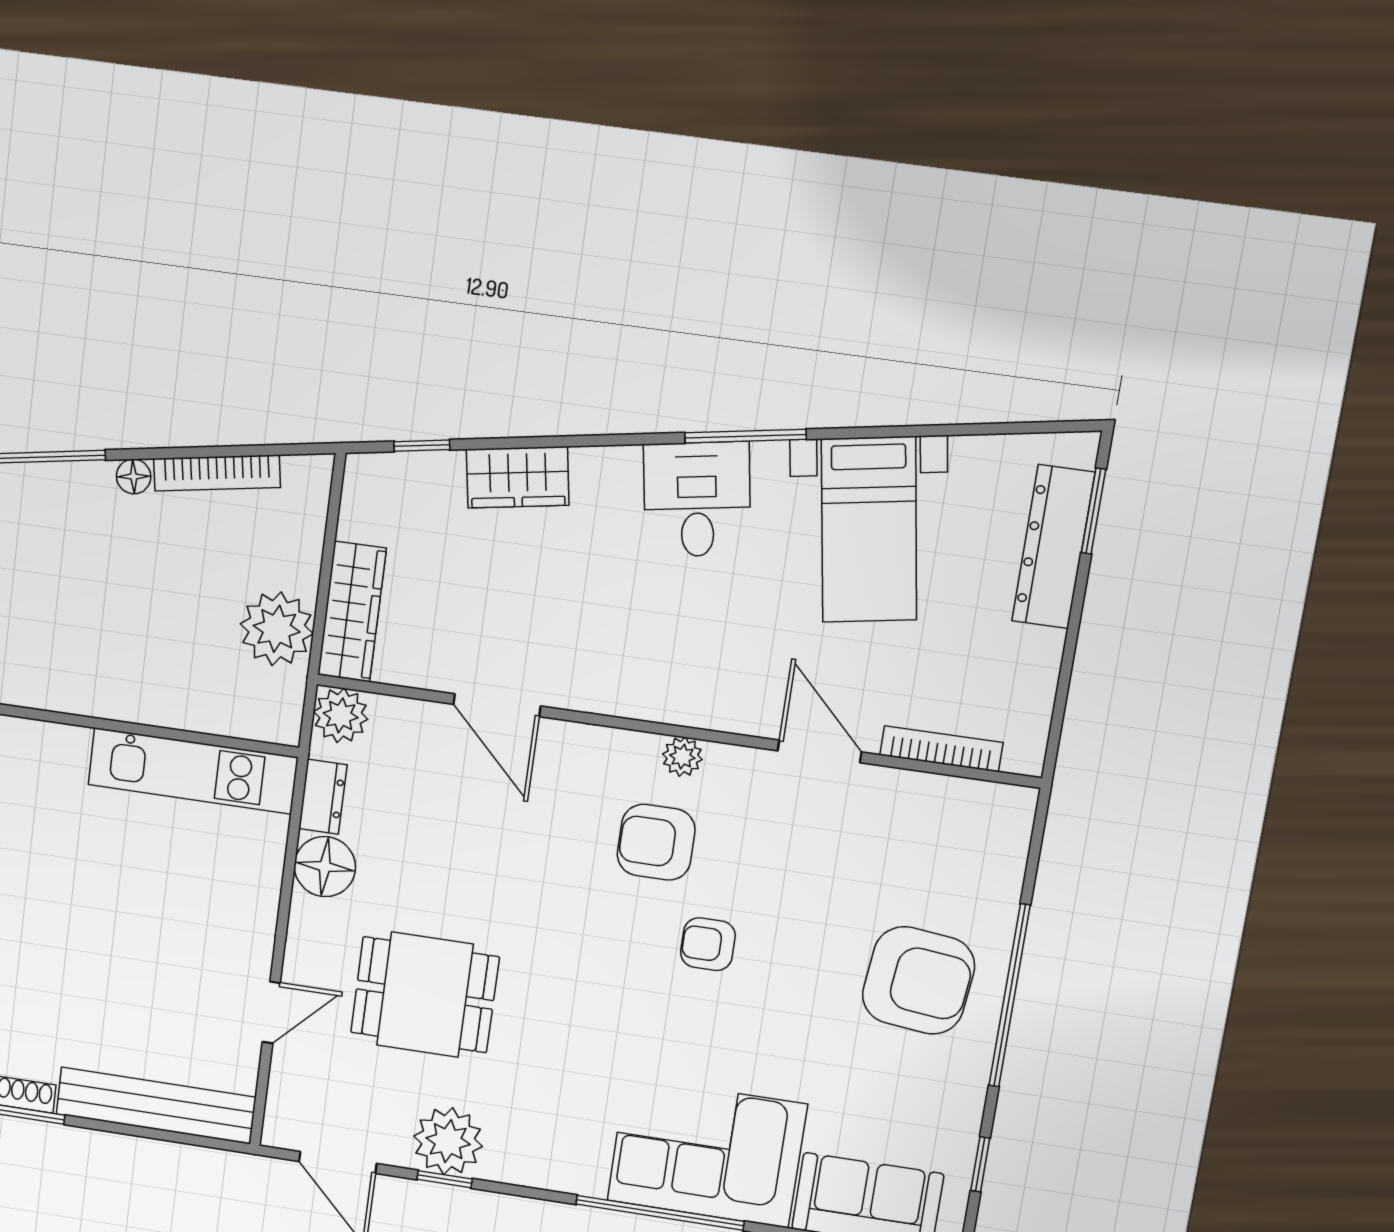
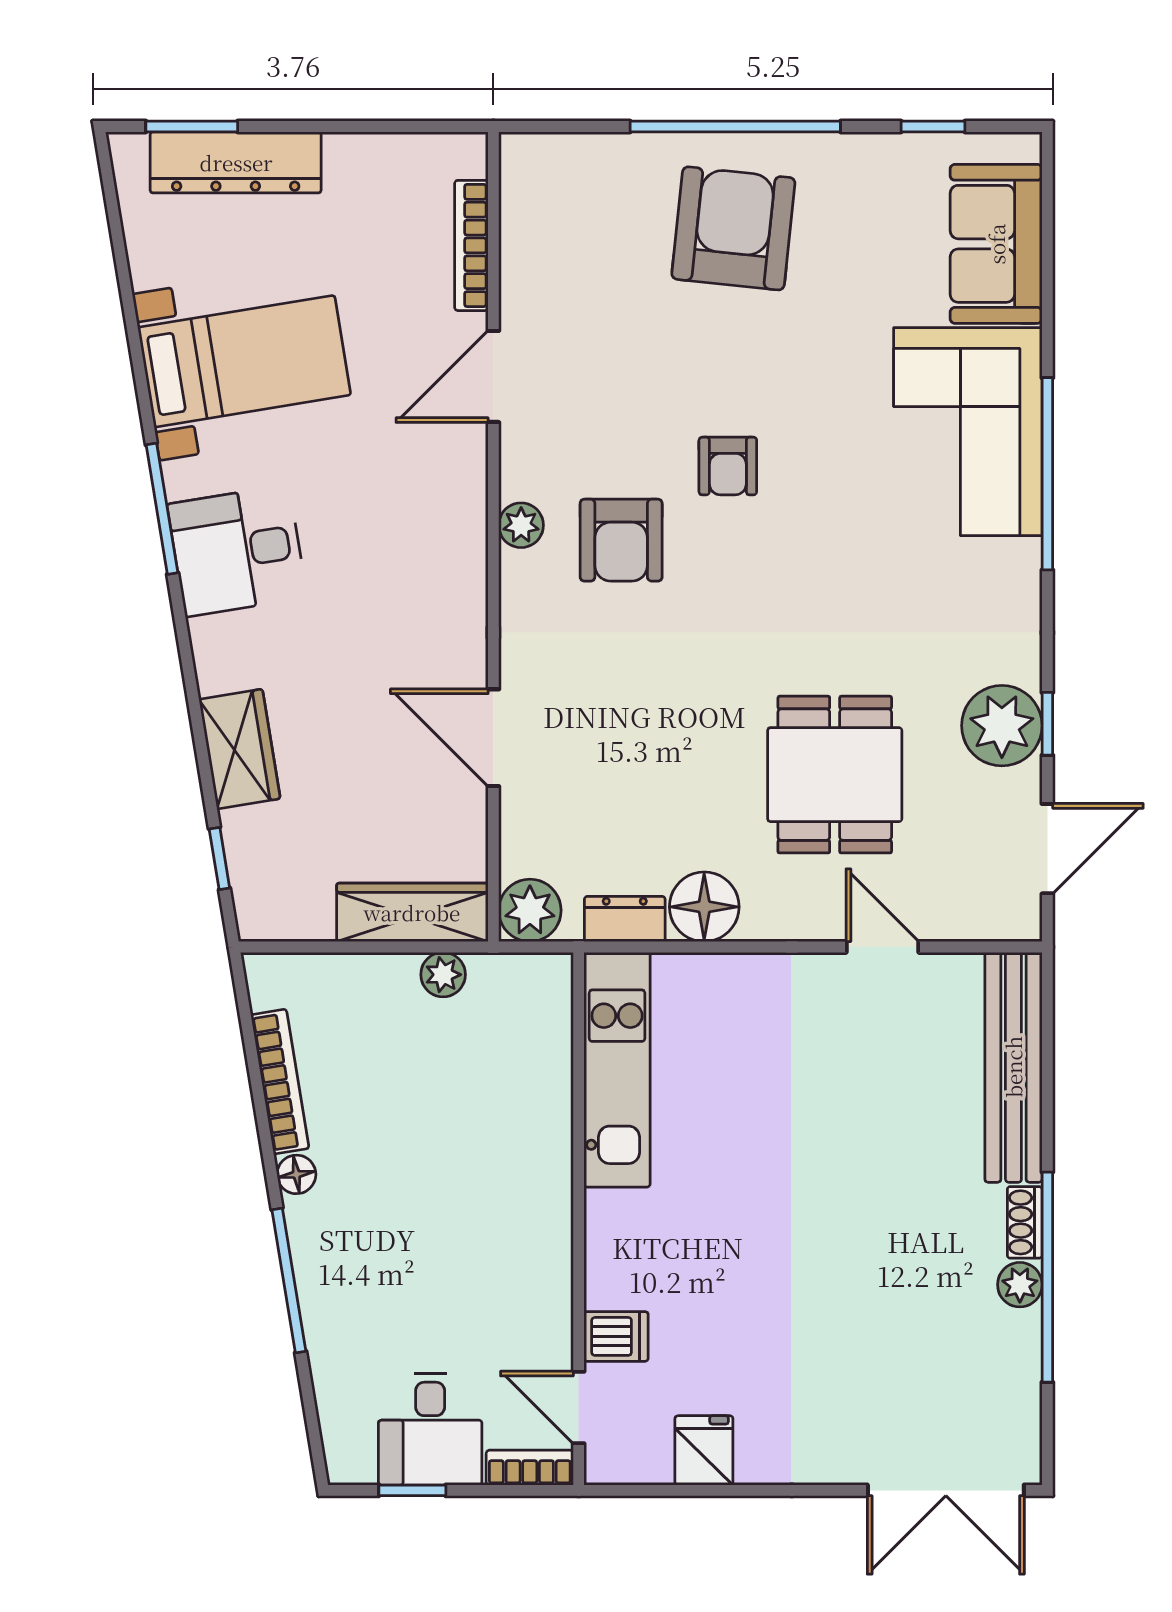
plant: (277, 629) -> (443, 975), width x0.53, depth x0.53
door: (497, 705) -> (493, 738), swing flipped

